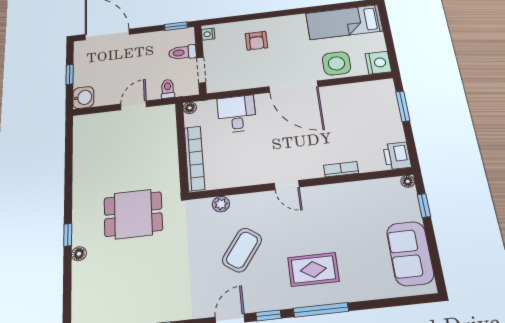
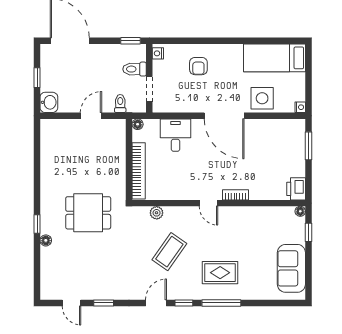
nightstand: (378, 63) -> (300, 107), width x0.53, depth x0.56
bookcase: (341, 169) -> (235, 195), moved

